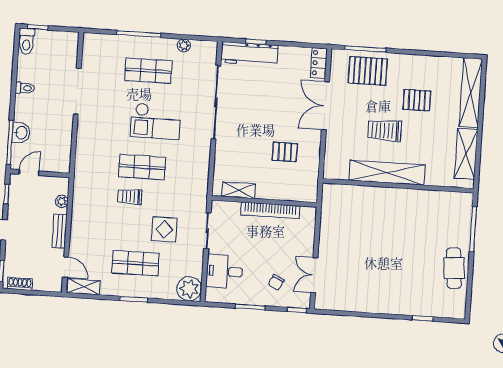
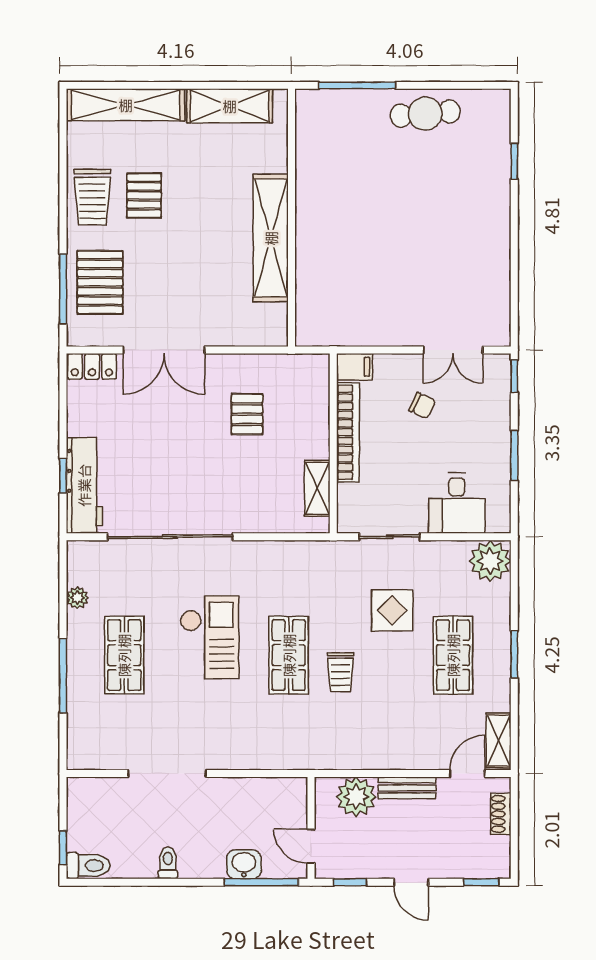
trolley: (384, 130) -> (92, 197), moved
plant: (62, 201) -> (356, 797), width x1.88, depth x1.88
filing cabinet: (308, 217) -> (354, 367), added
chair: (276, 282) -> (422, 405), moved
shoe rack: (20, 284) -> (501, 814), moved

